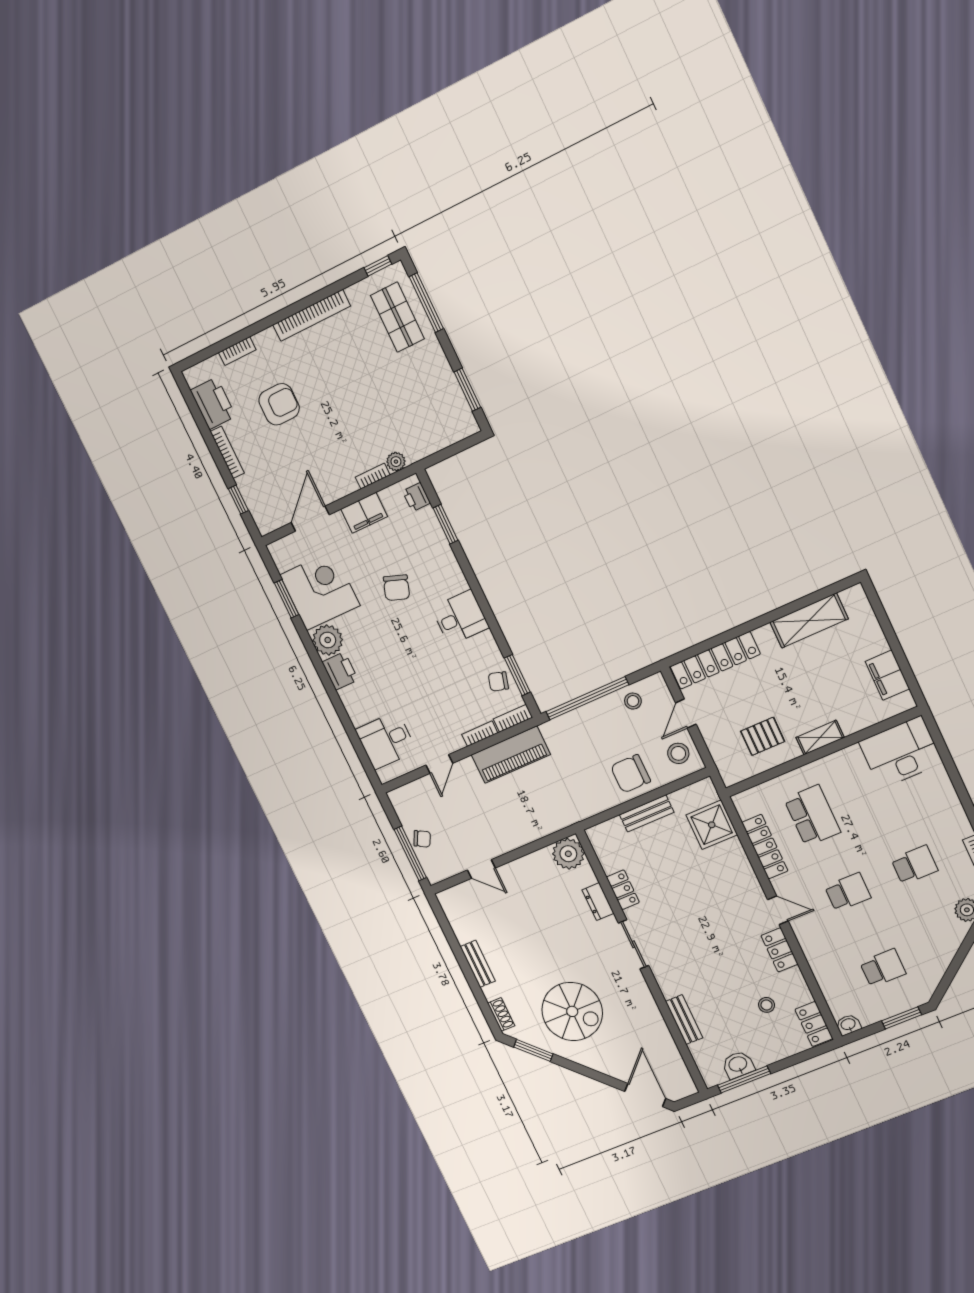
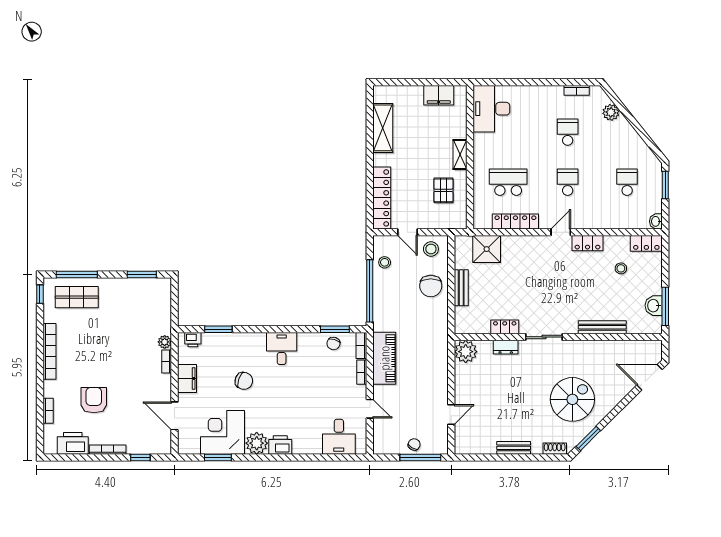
bench: (684, 1020) -> (602, 327), width x1.36

